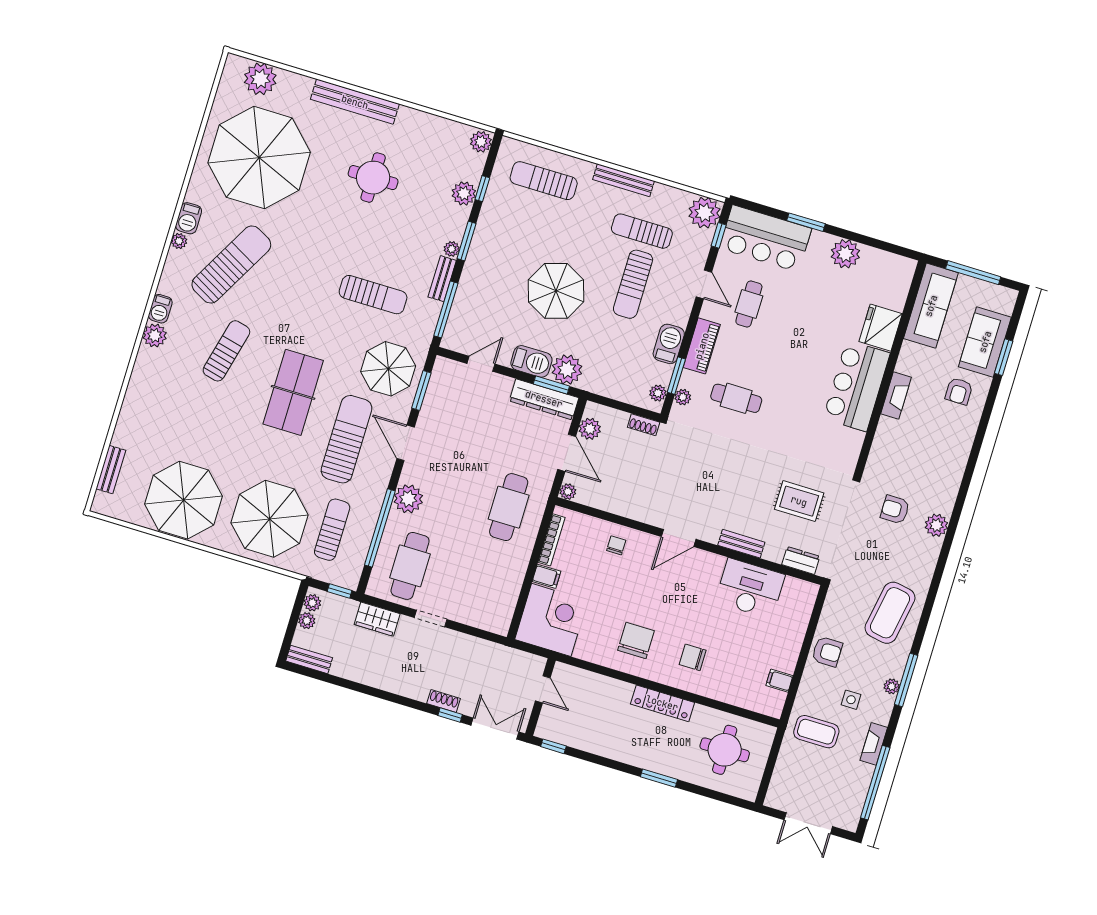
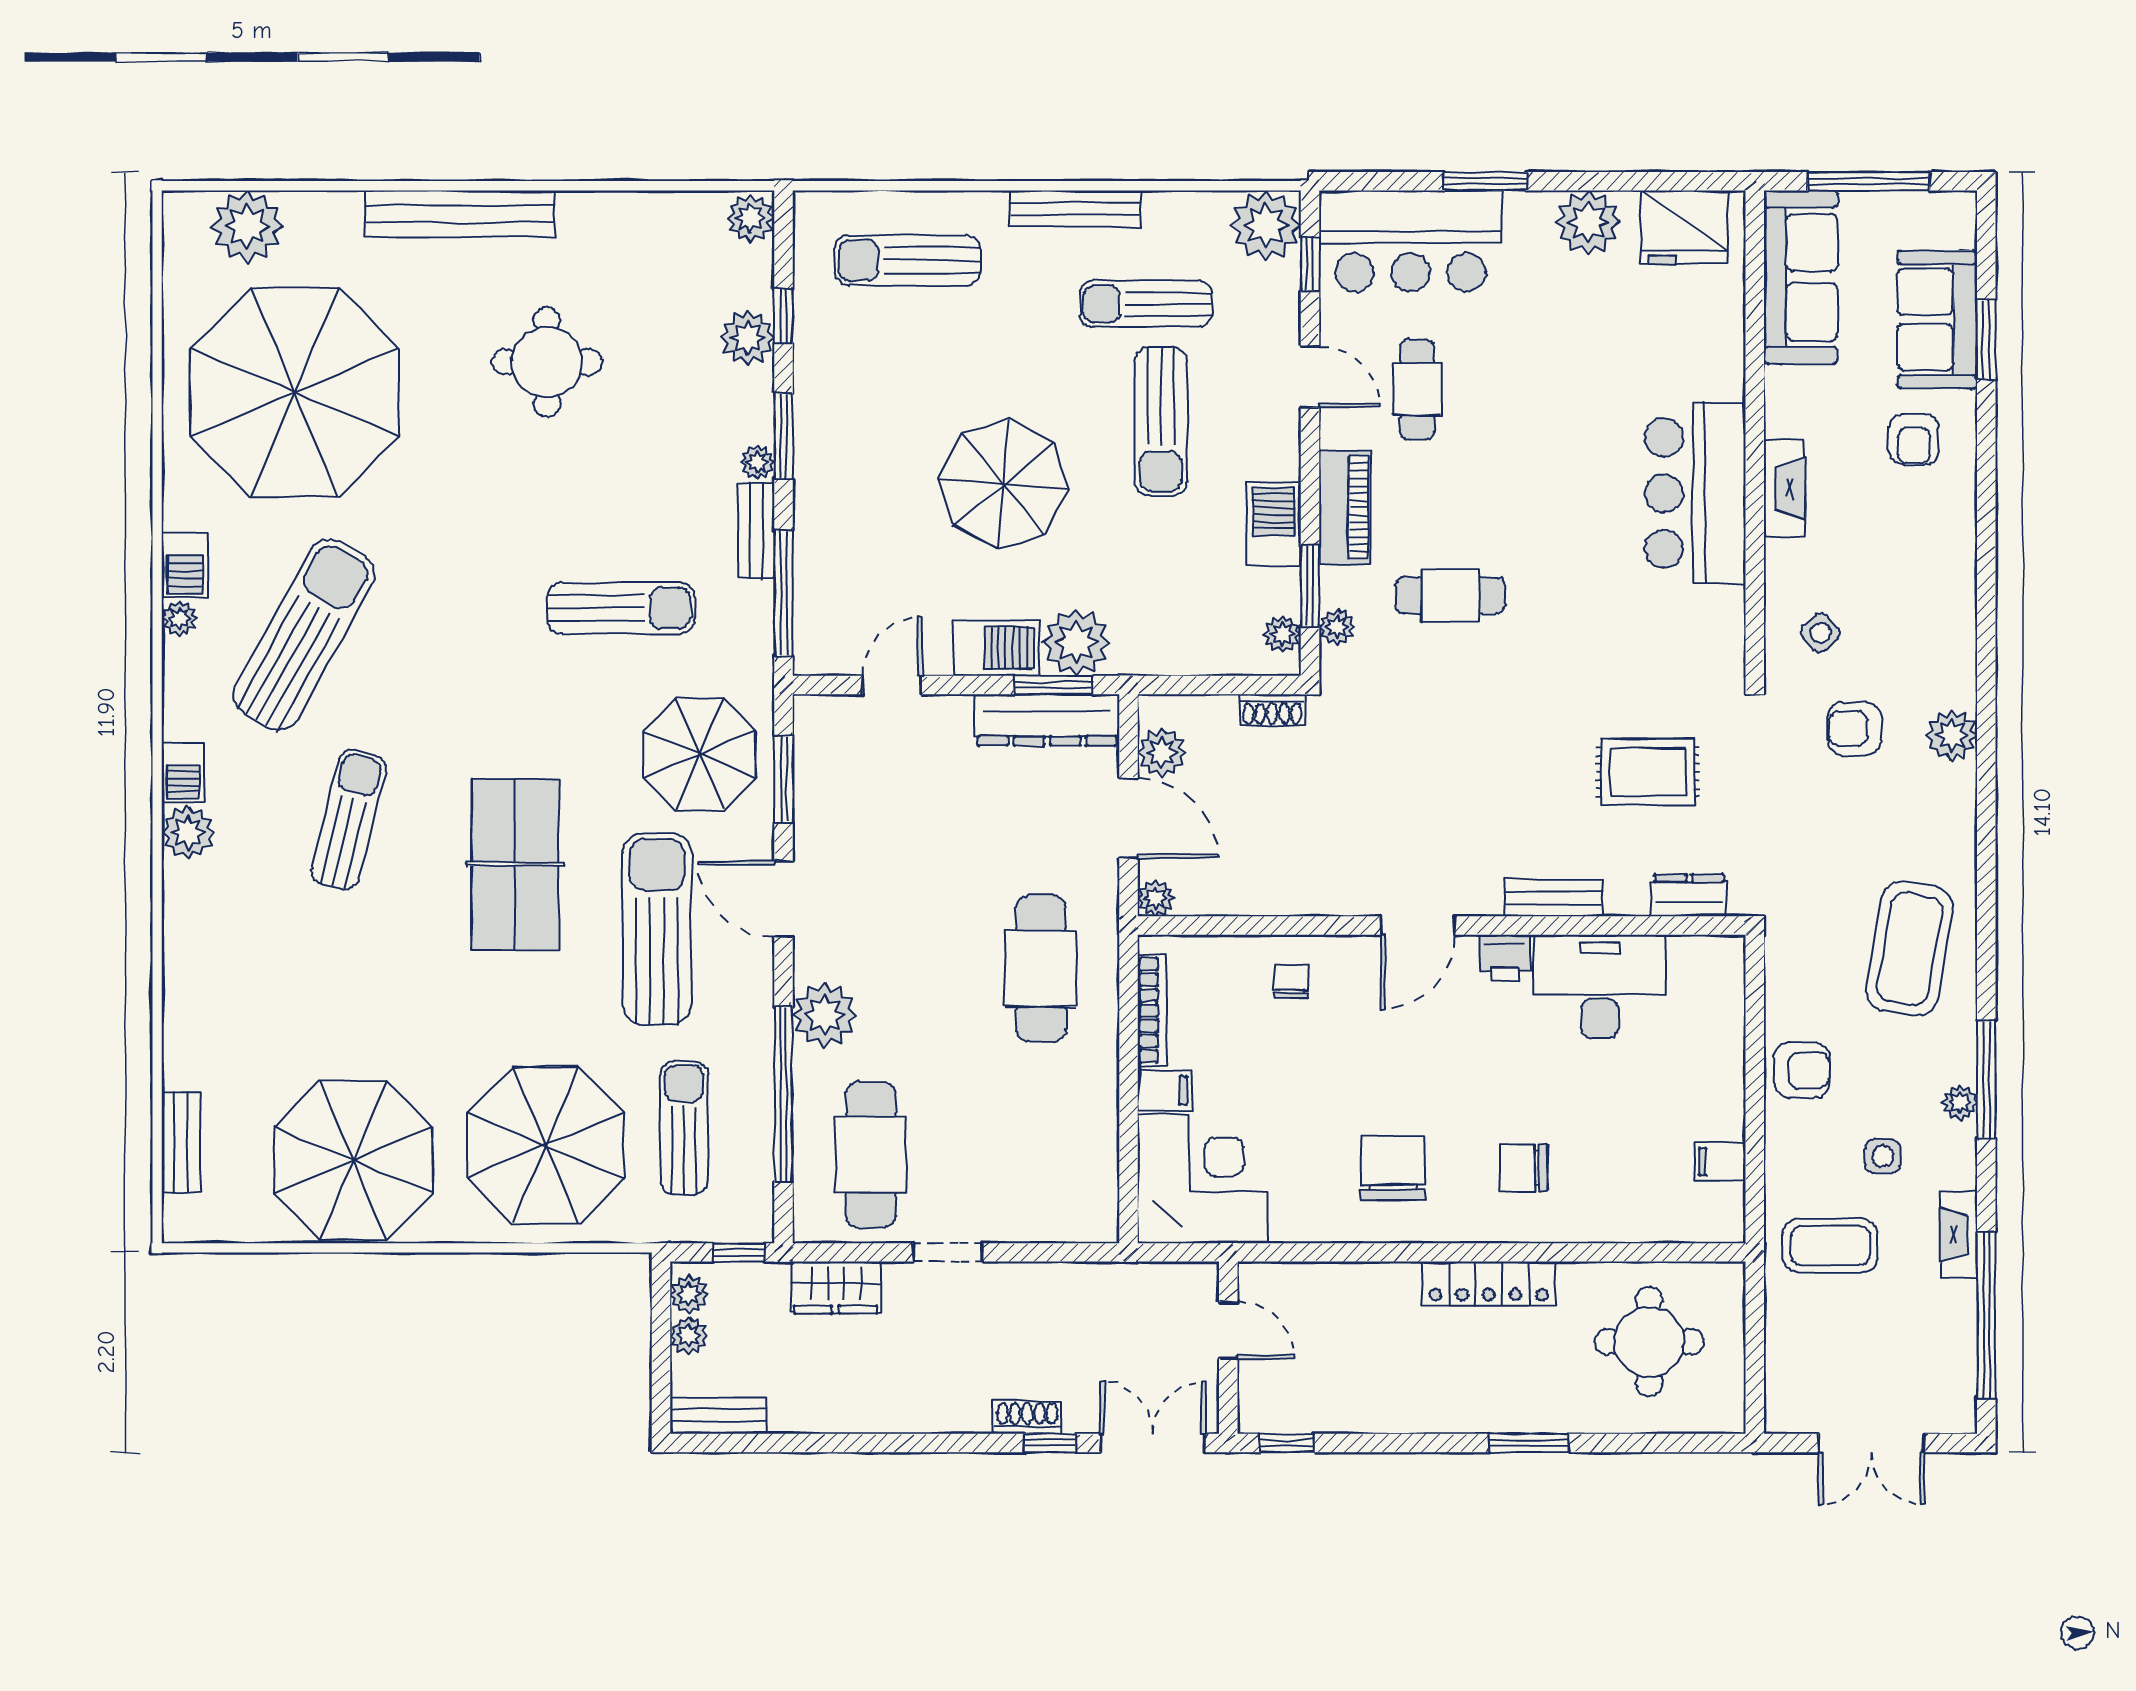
fridge: (881, 328) -> (1684, 227), moved, turned -90
side table: (893, 463) -> (1820, 633), added
printer: (712, 563) -> (1505, 958), added

